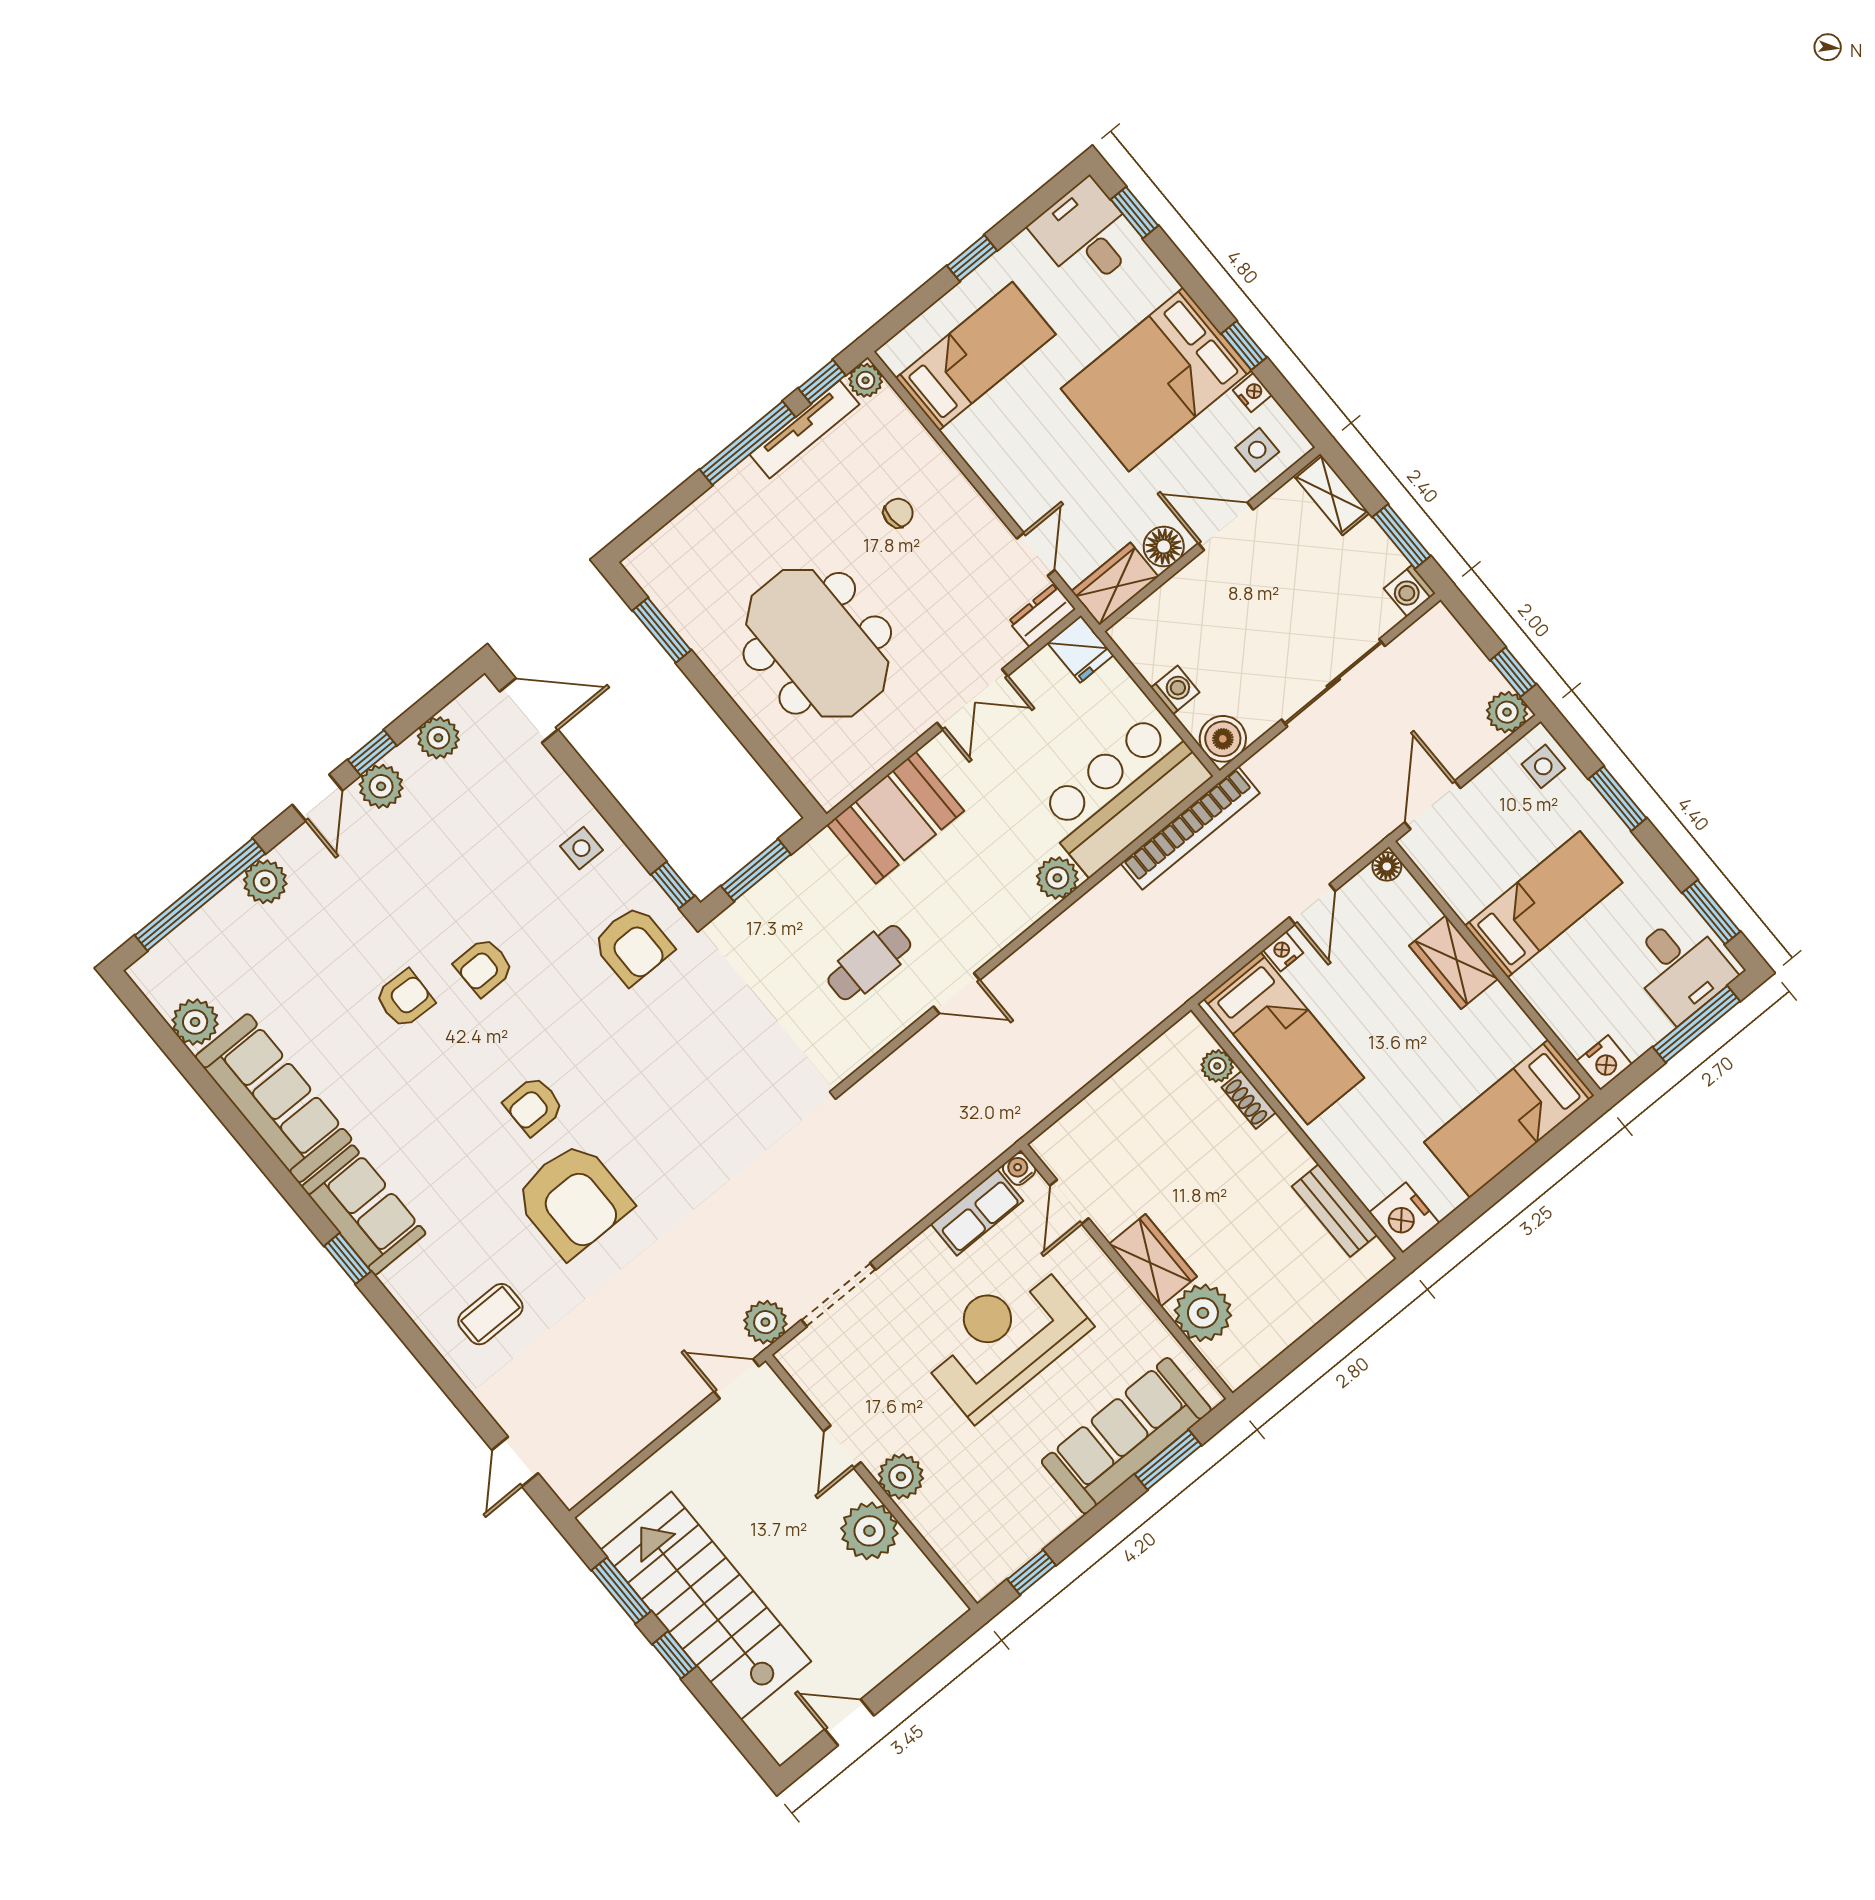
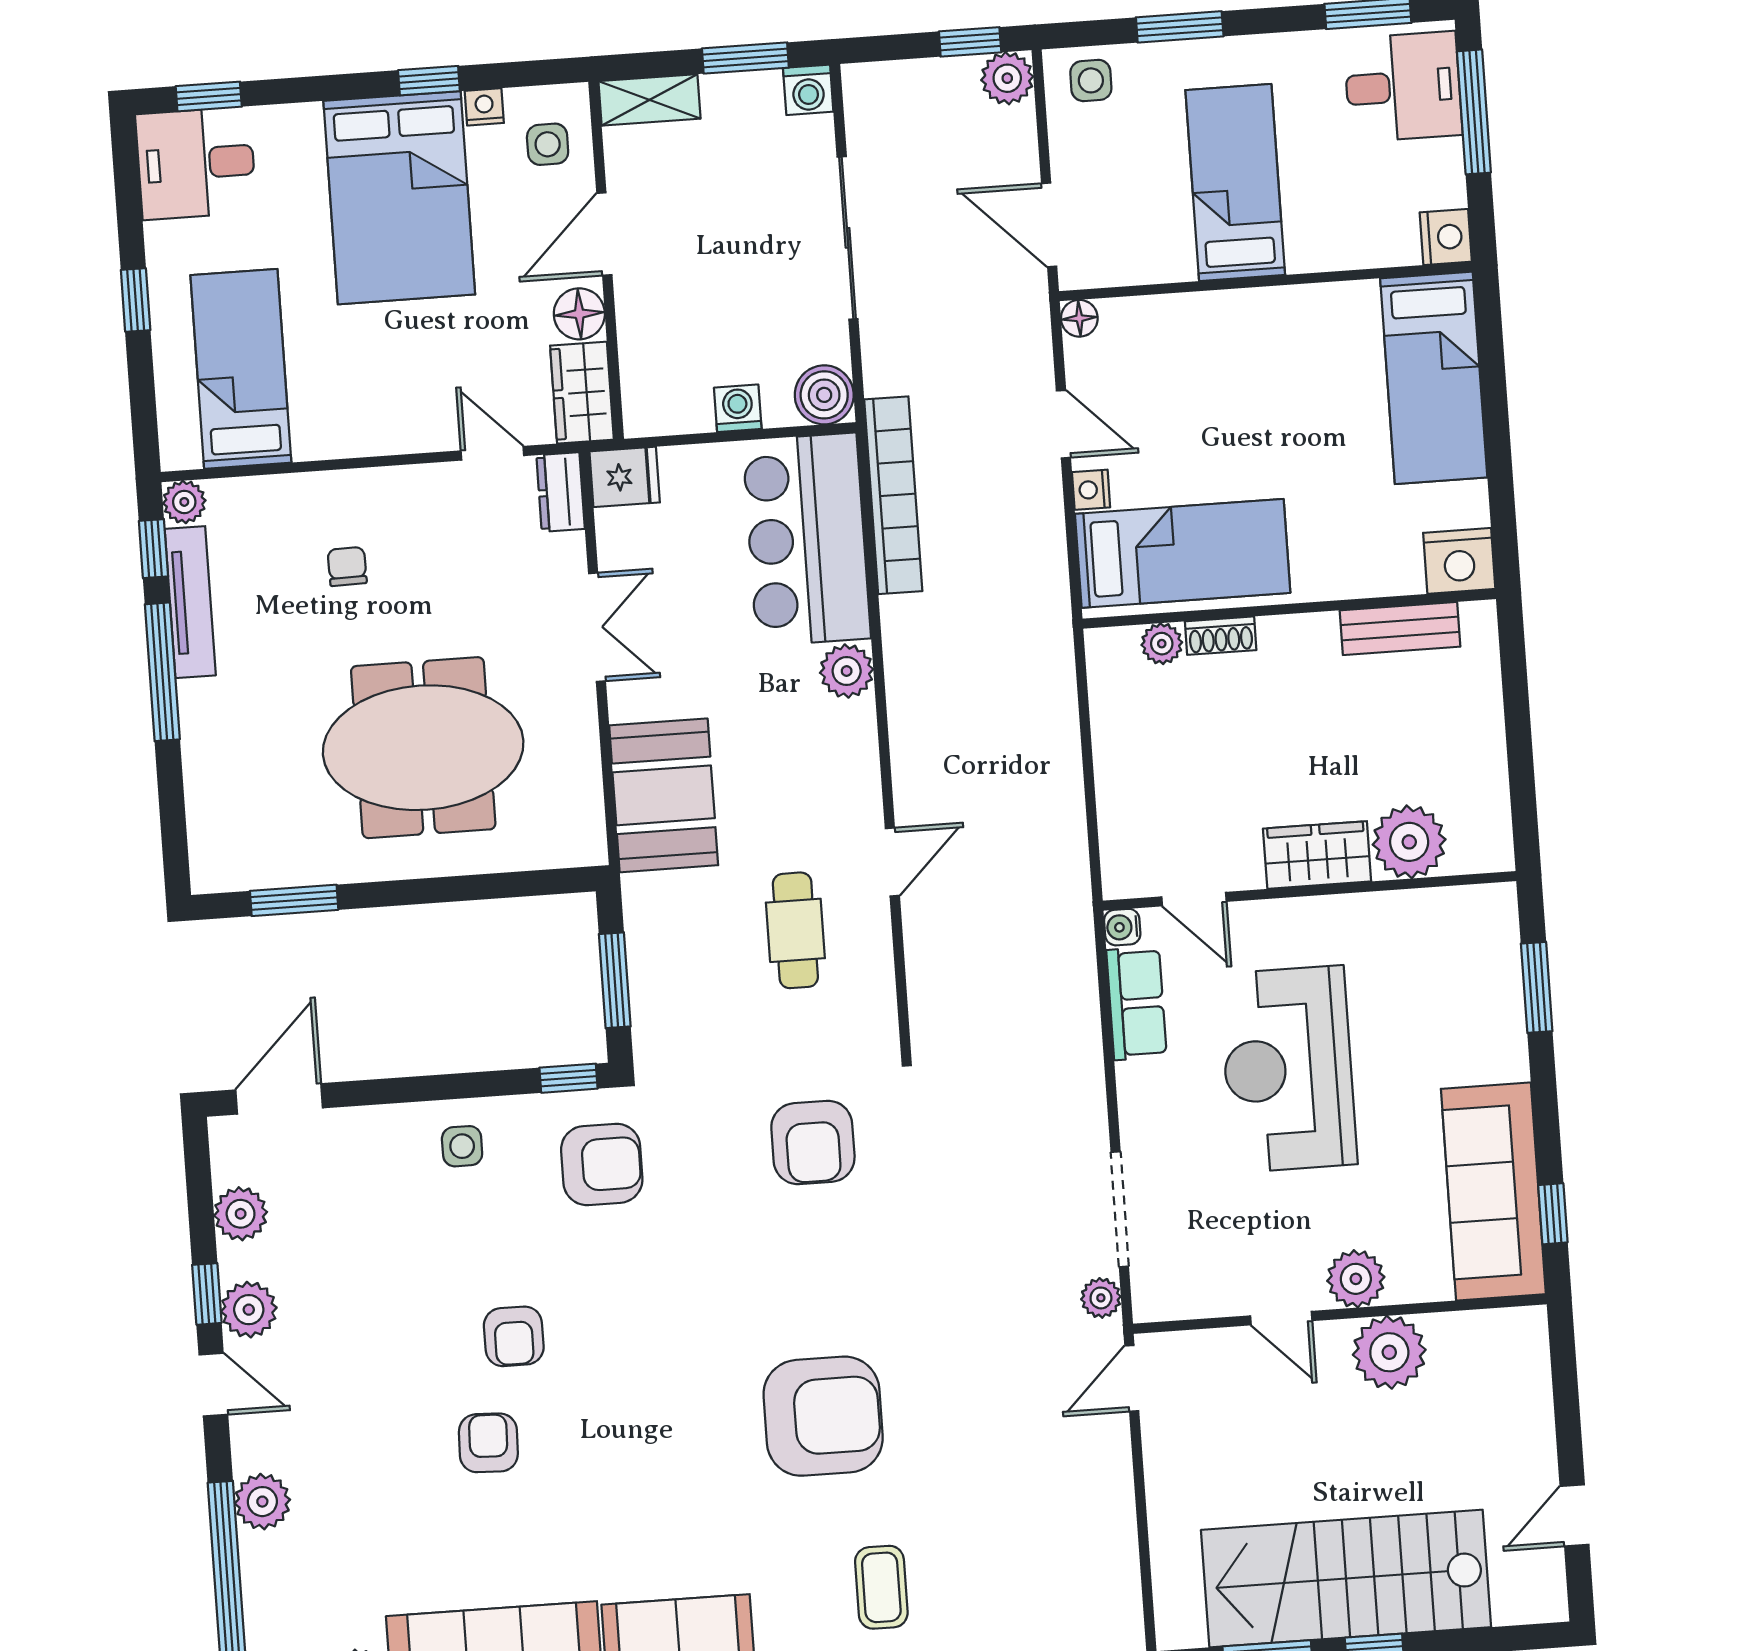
wardrobe: (1453, 962) -> (1229, 320), removed
armchair: (534, 1106) -> (813, 1142), moved, width x1.38, depth x1.38
plant: (765, 1322) -> (1101, 1298), width x0.73, depth x0.73
sofa: (1126, 1436) -> (1493, 1191), moved

